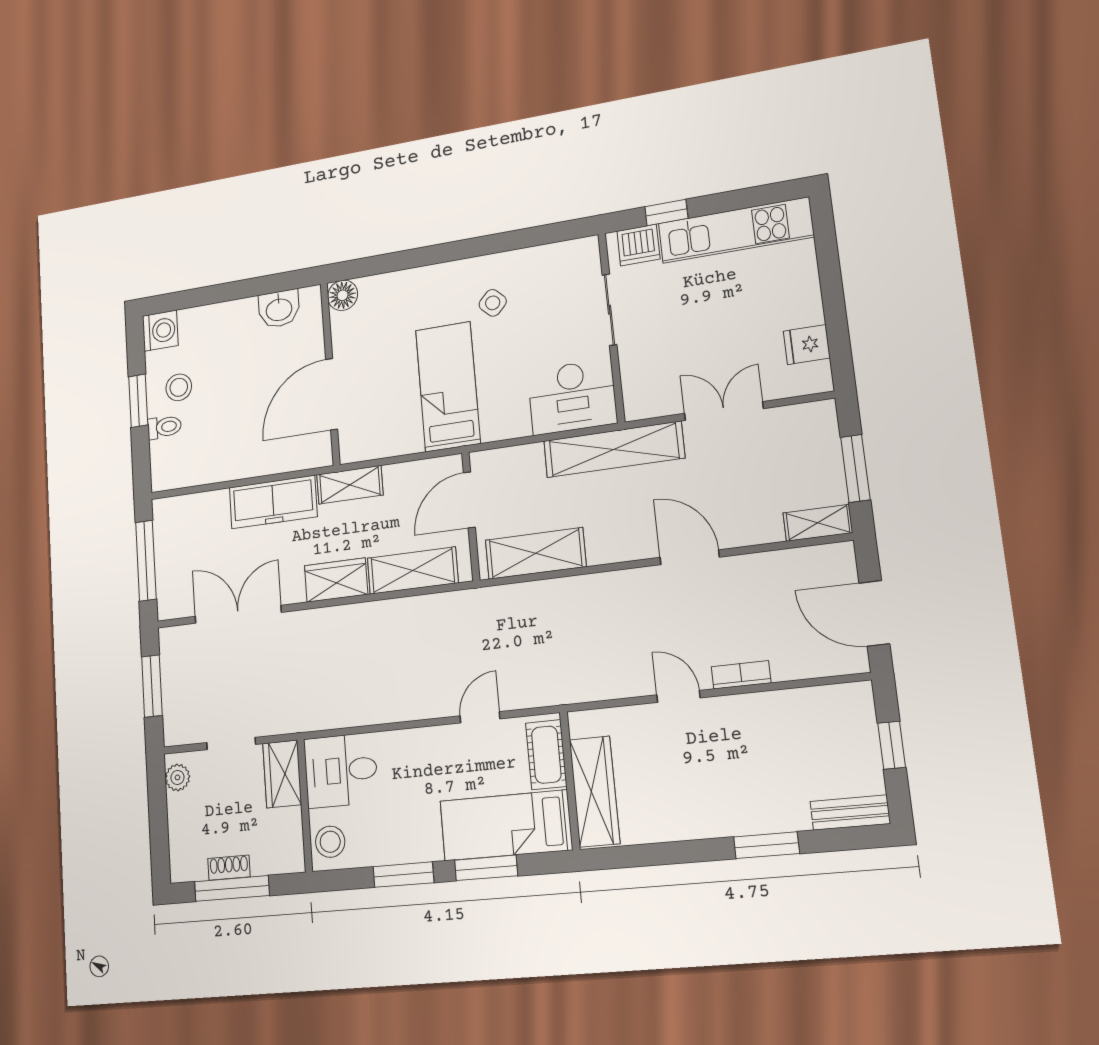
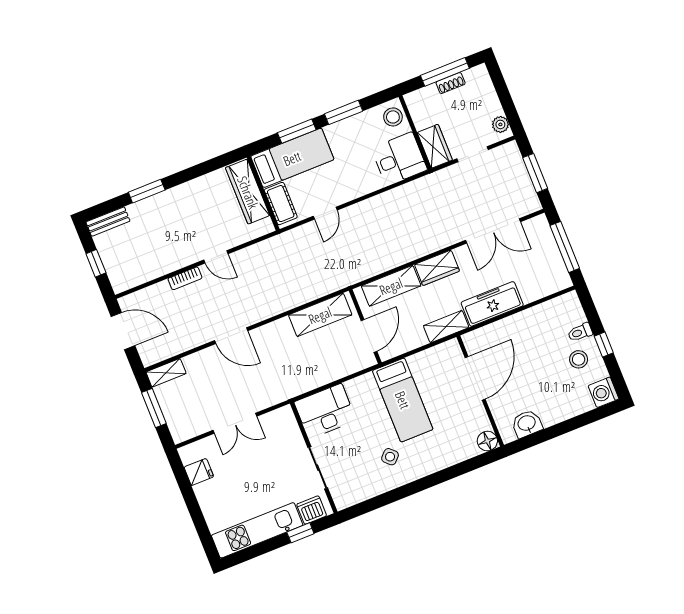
window: (138, 401) -> (604, 345), width x0.67
shelving: (614, 449) -> (292, 386), removed

